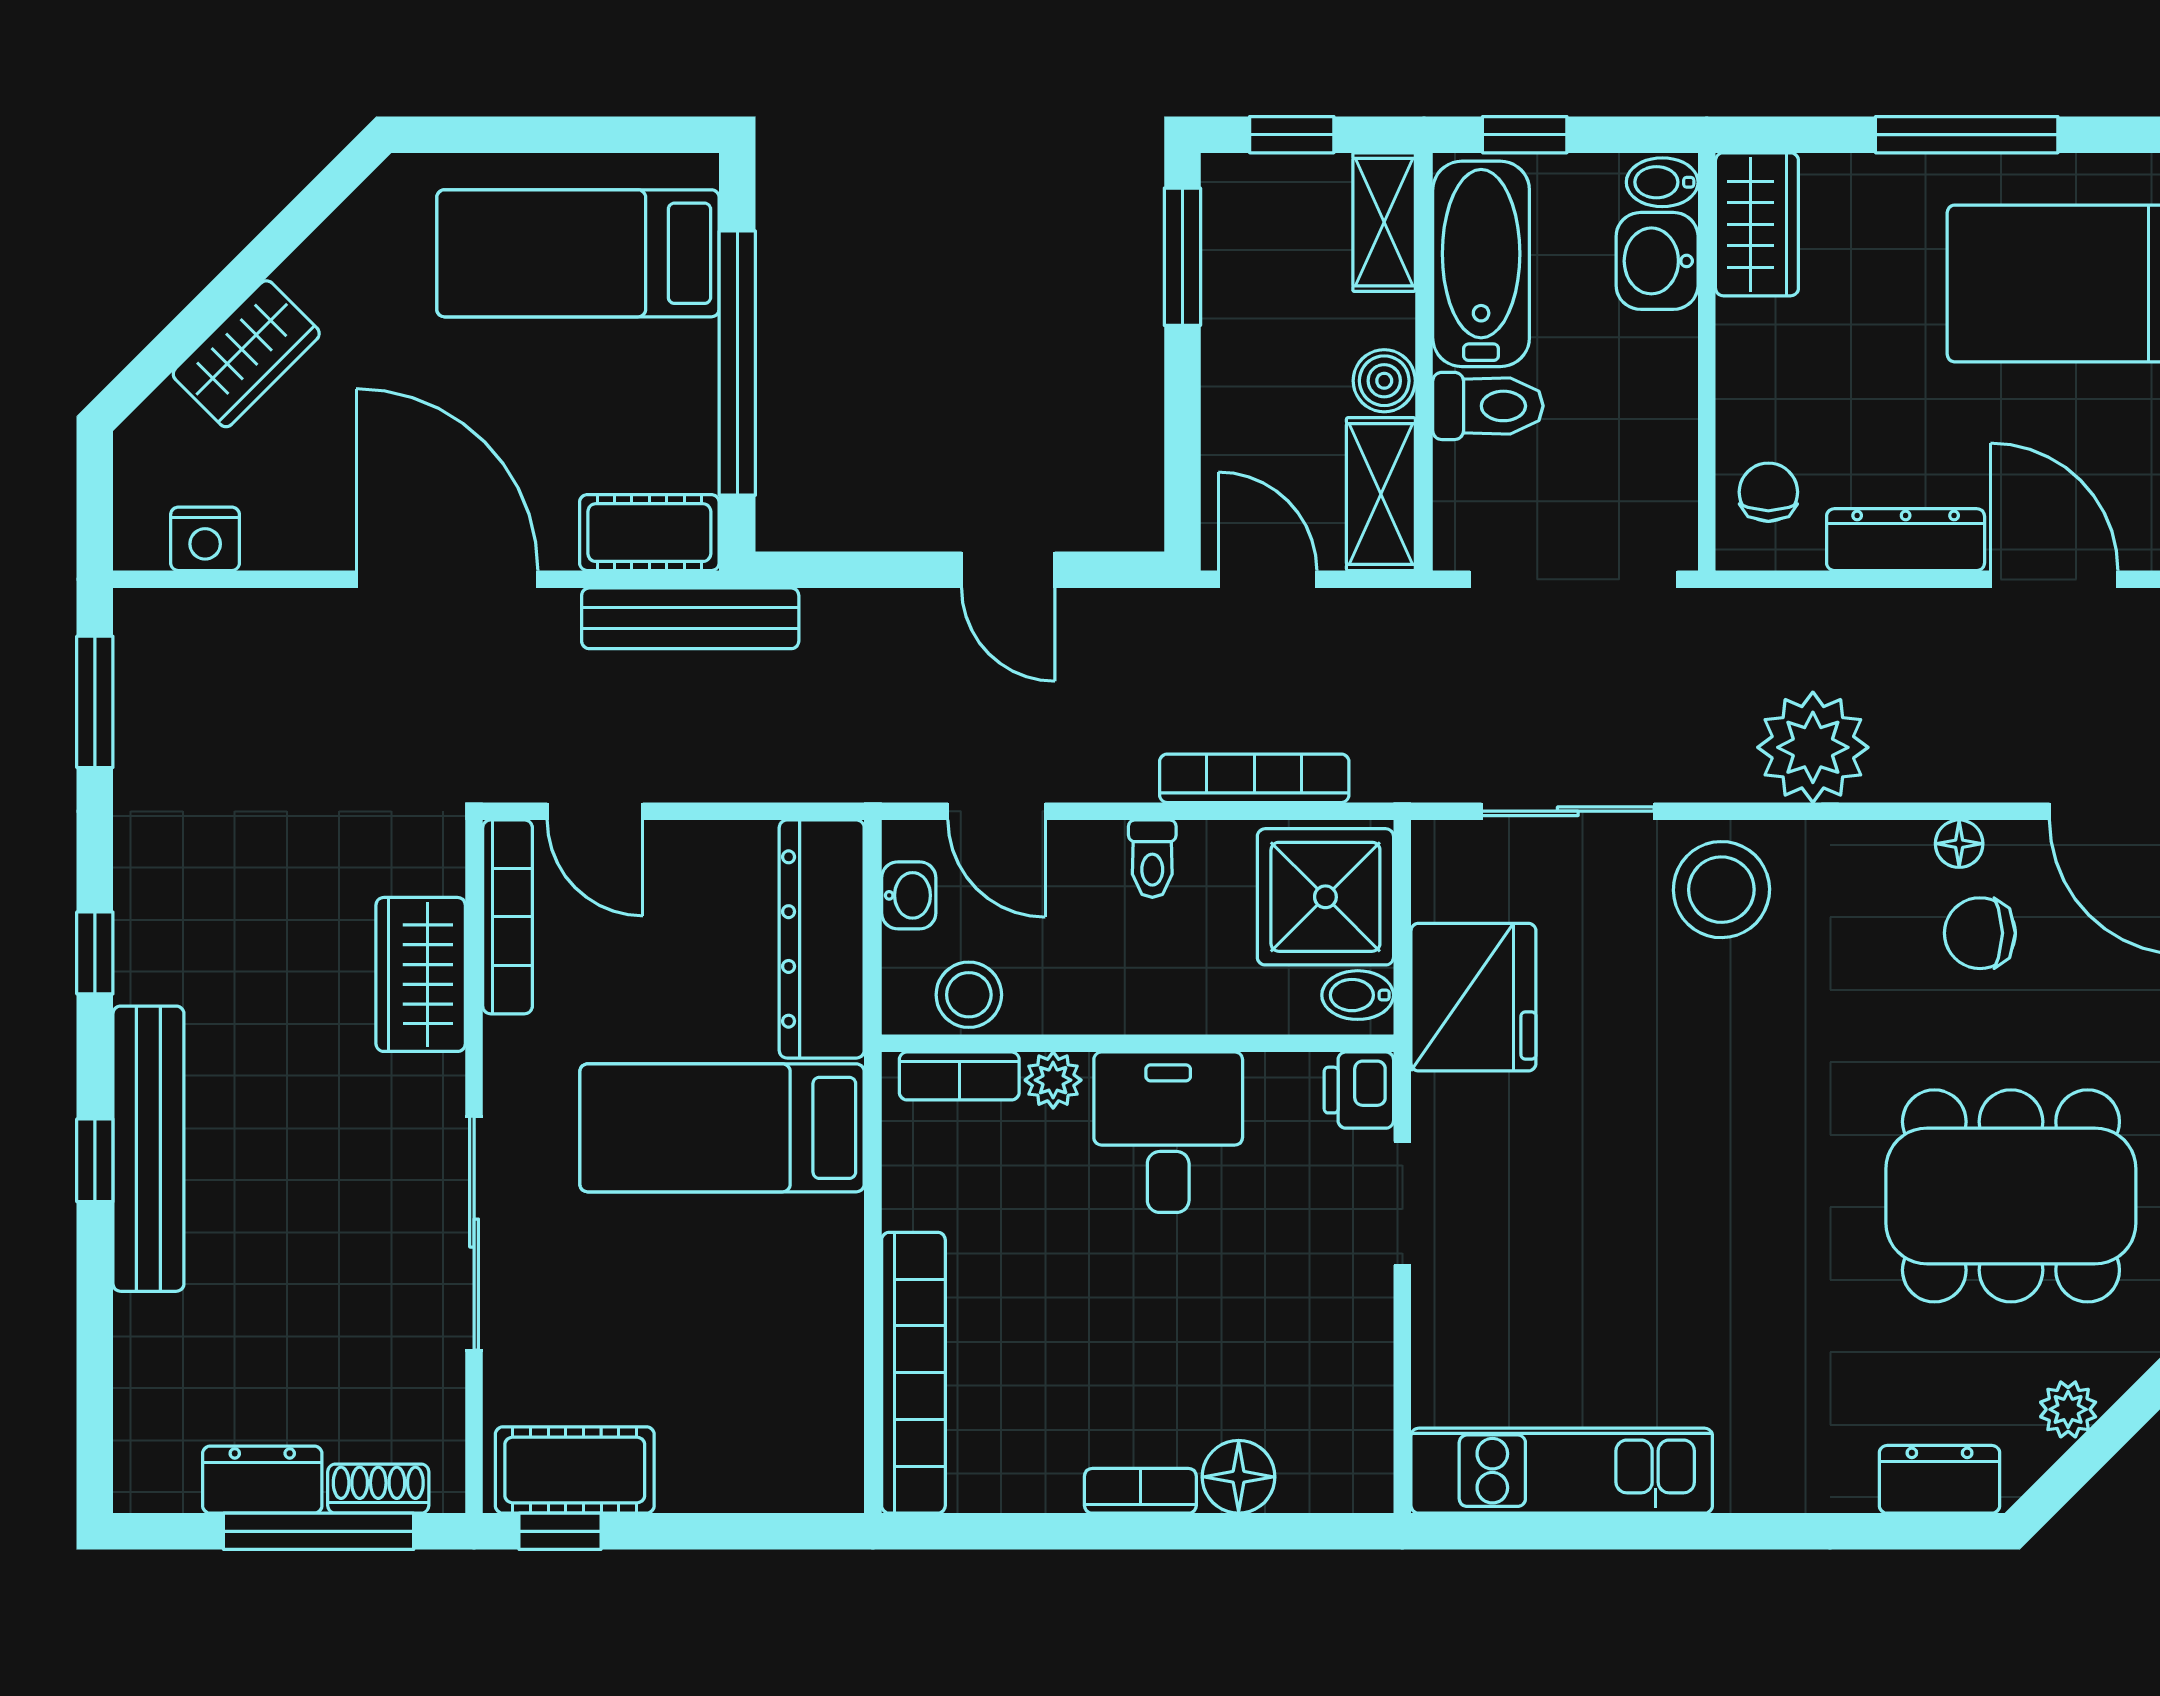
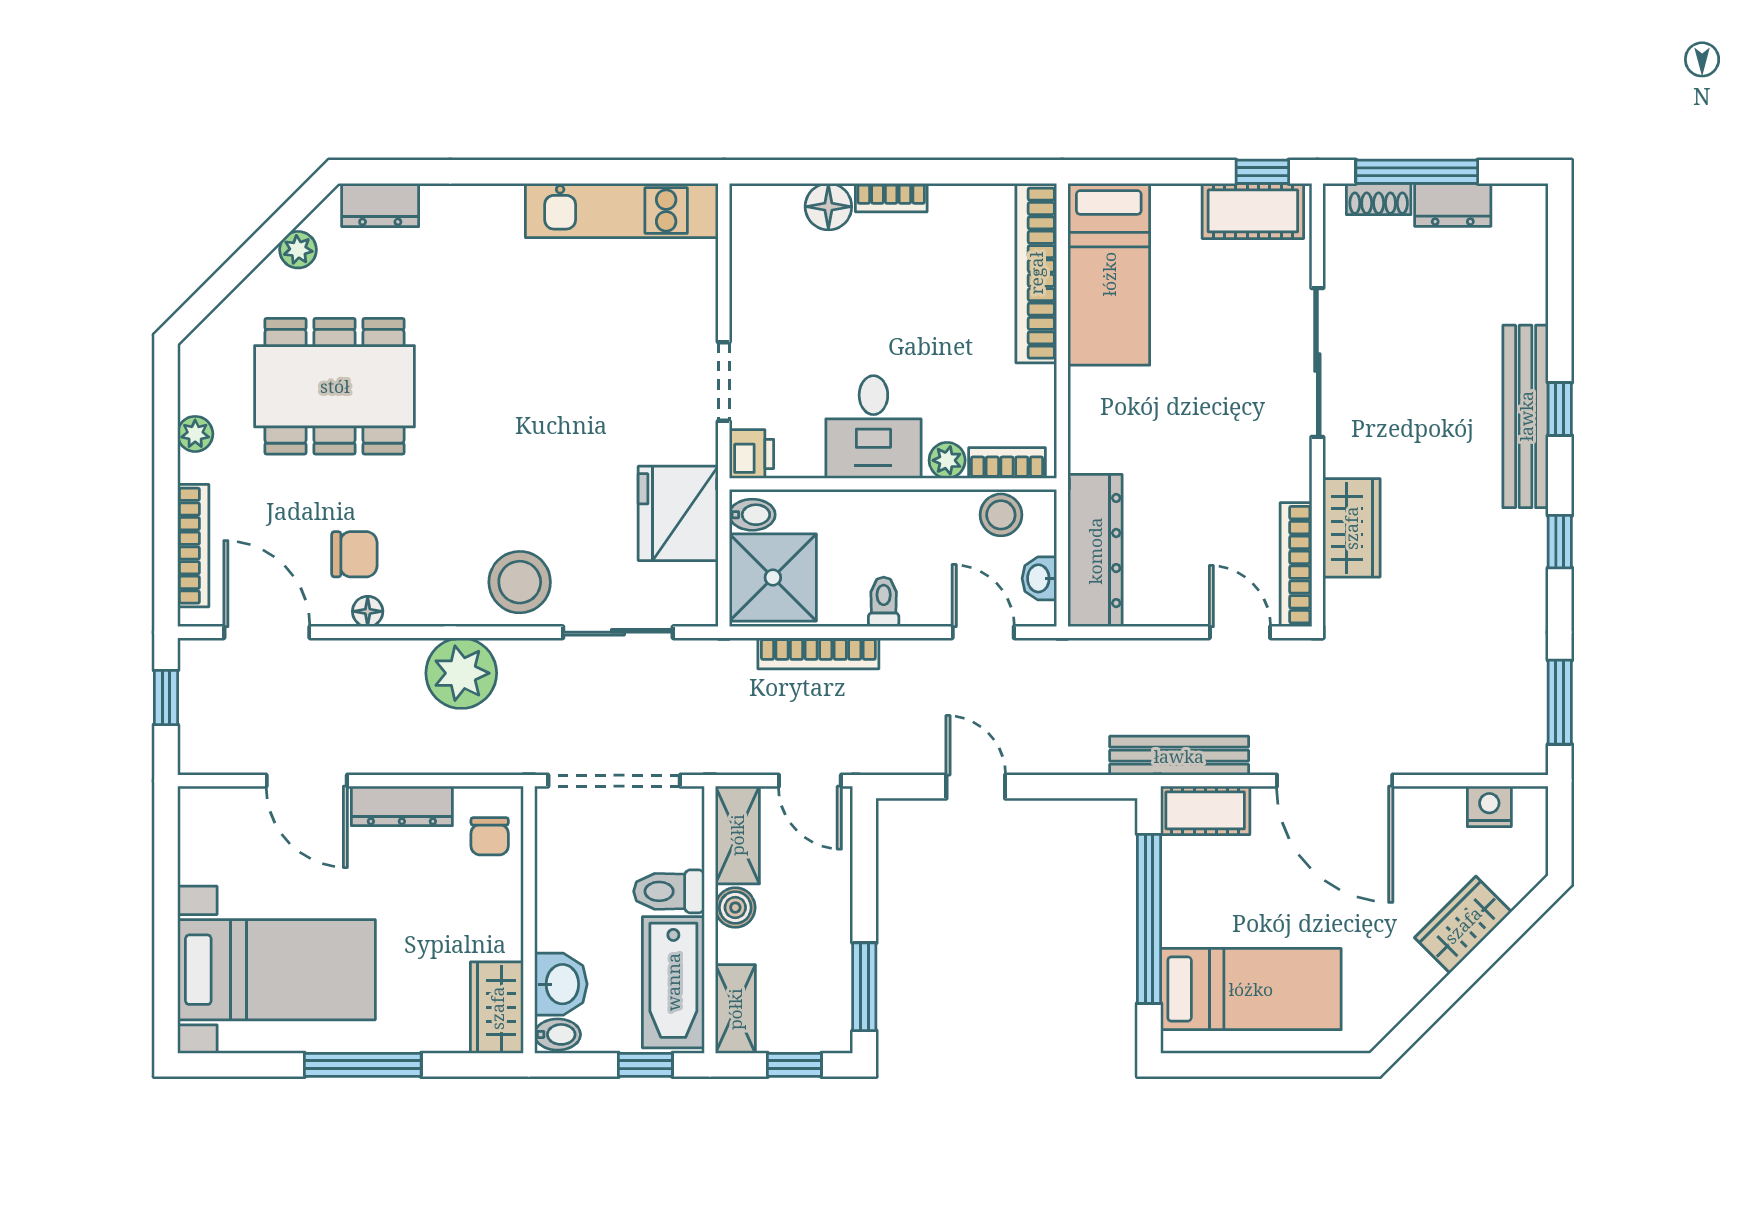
bed: (722, 1128) -> (1109, 274), moved, turned 90

